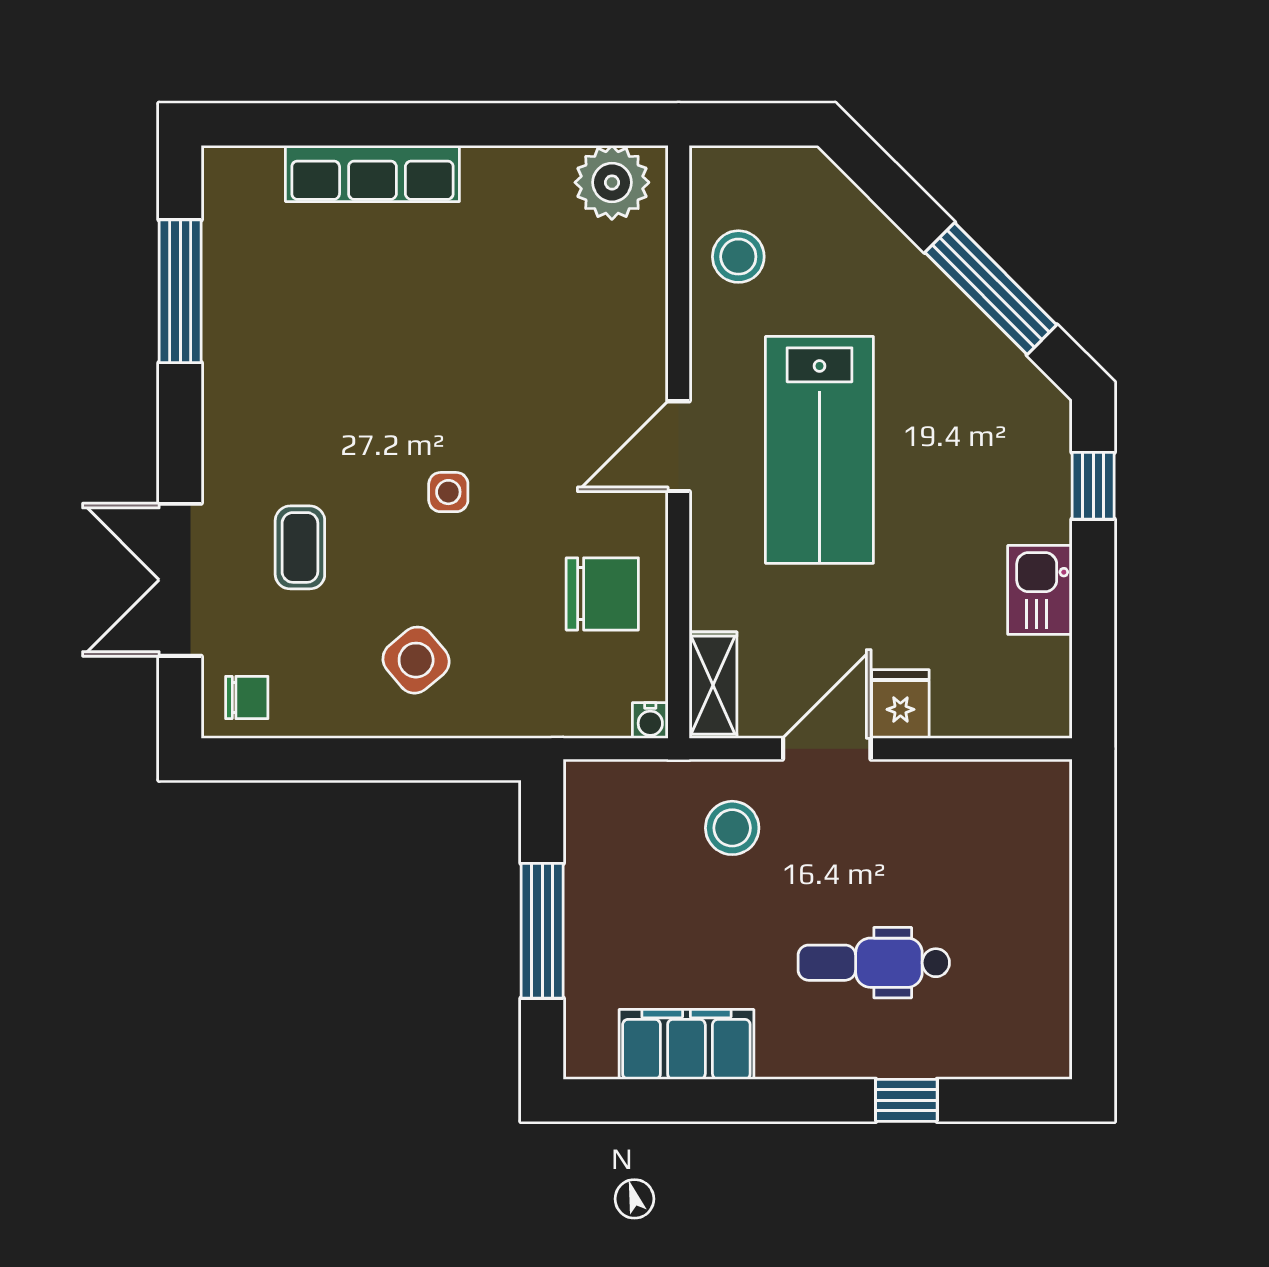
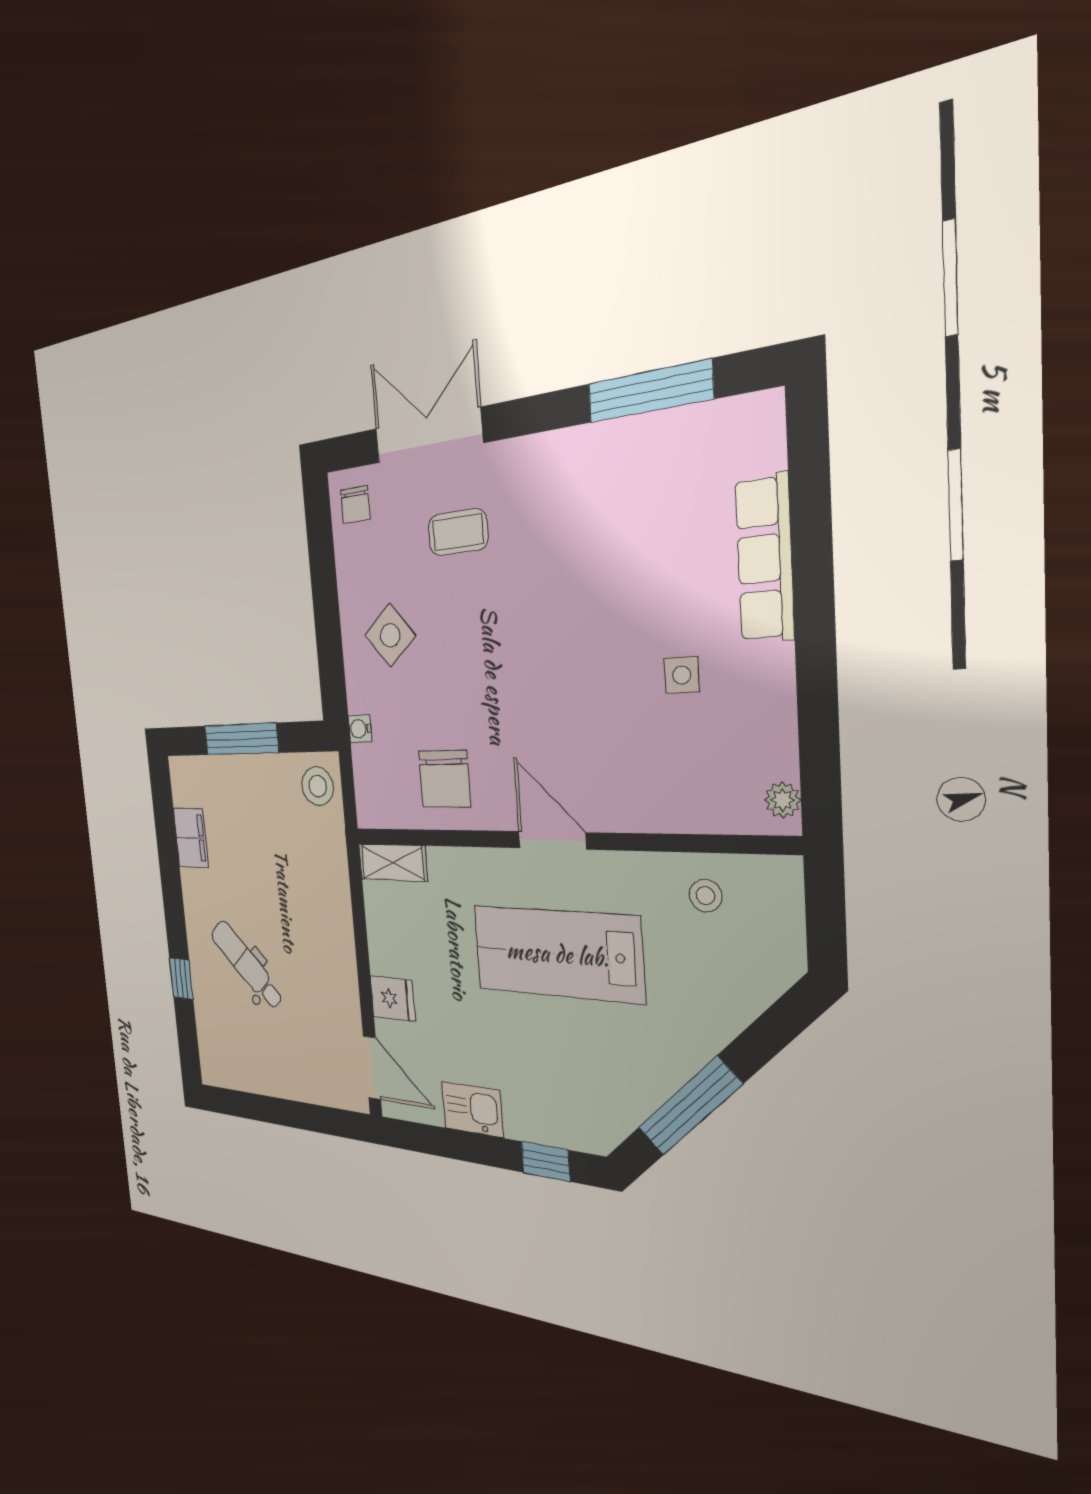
plant: (612, 182) -> (783, 800), width x0.53, depth x0.53
stool: (738, 257) -> (706, 896), width x0.73, depth x0.73
side table: (448, 492) -> (682, 675), moved
water cooler: (650, 720) -> (360, 729), moved
door: (827, 749) -> (372, 1068), moved
stool: (732, 828) -> (318, 786), moved
dental chair: (874, 963) -> (247, 965), turned -45
filing cabinet: (686, 1044) -> (191, 838), width x0.67, depth x0.86

